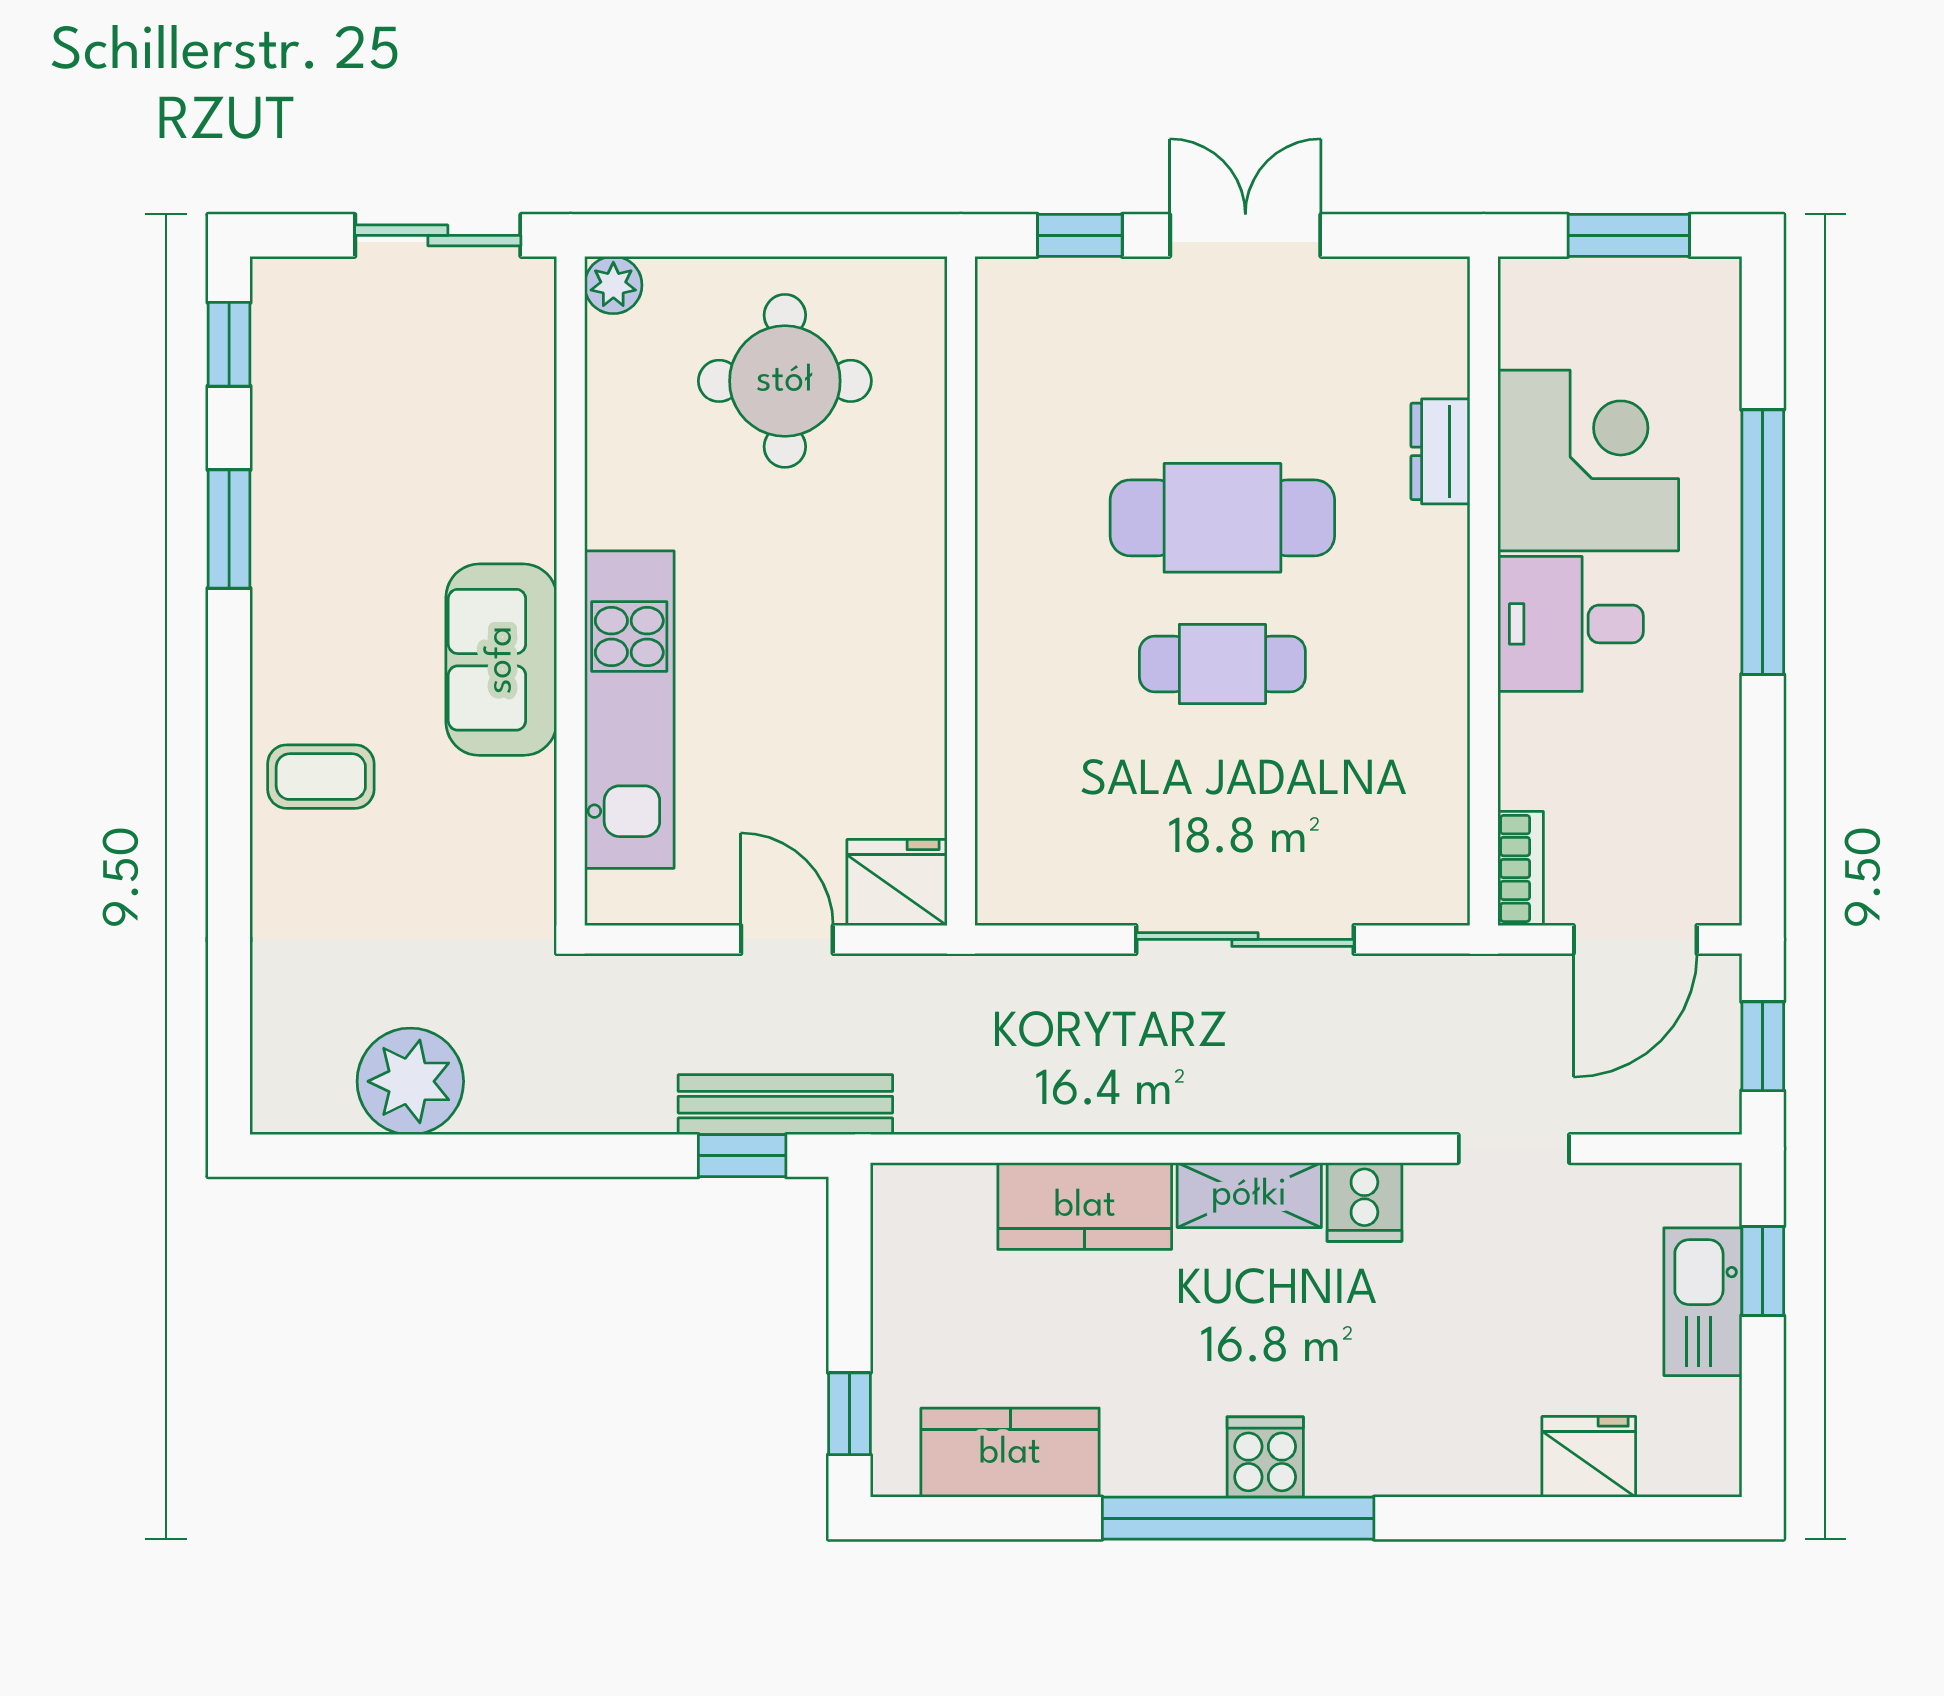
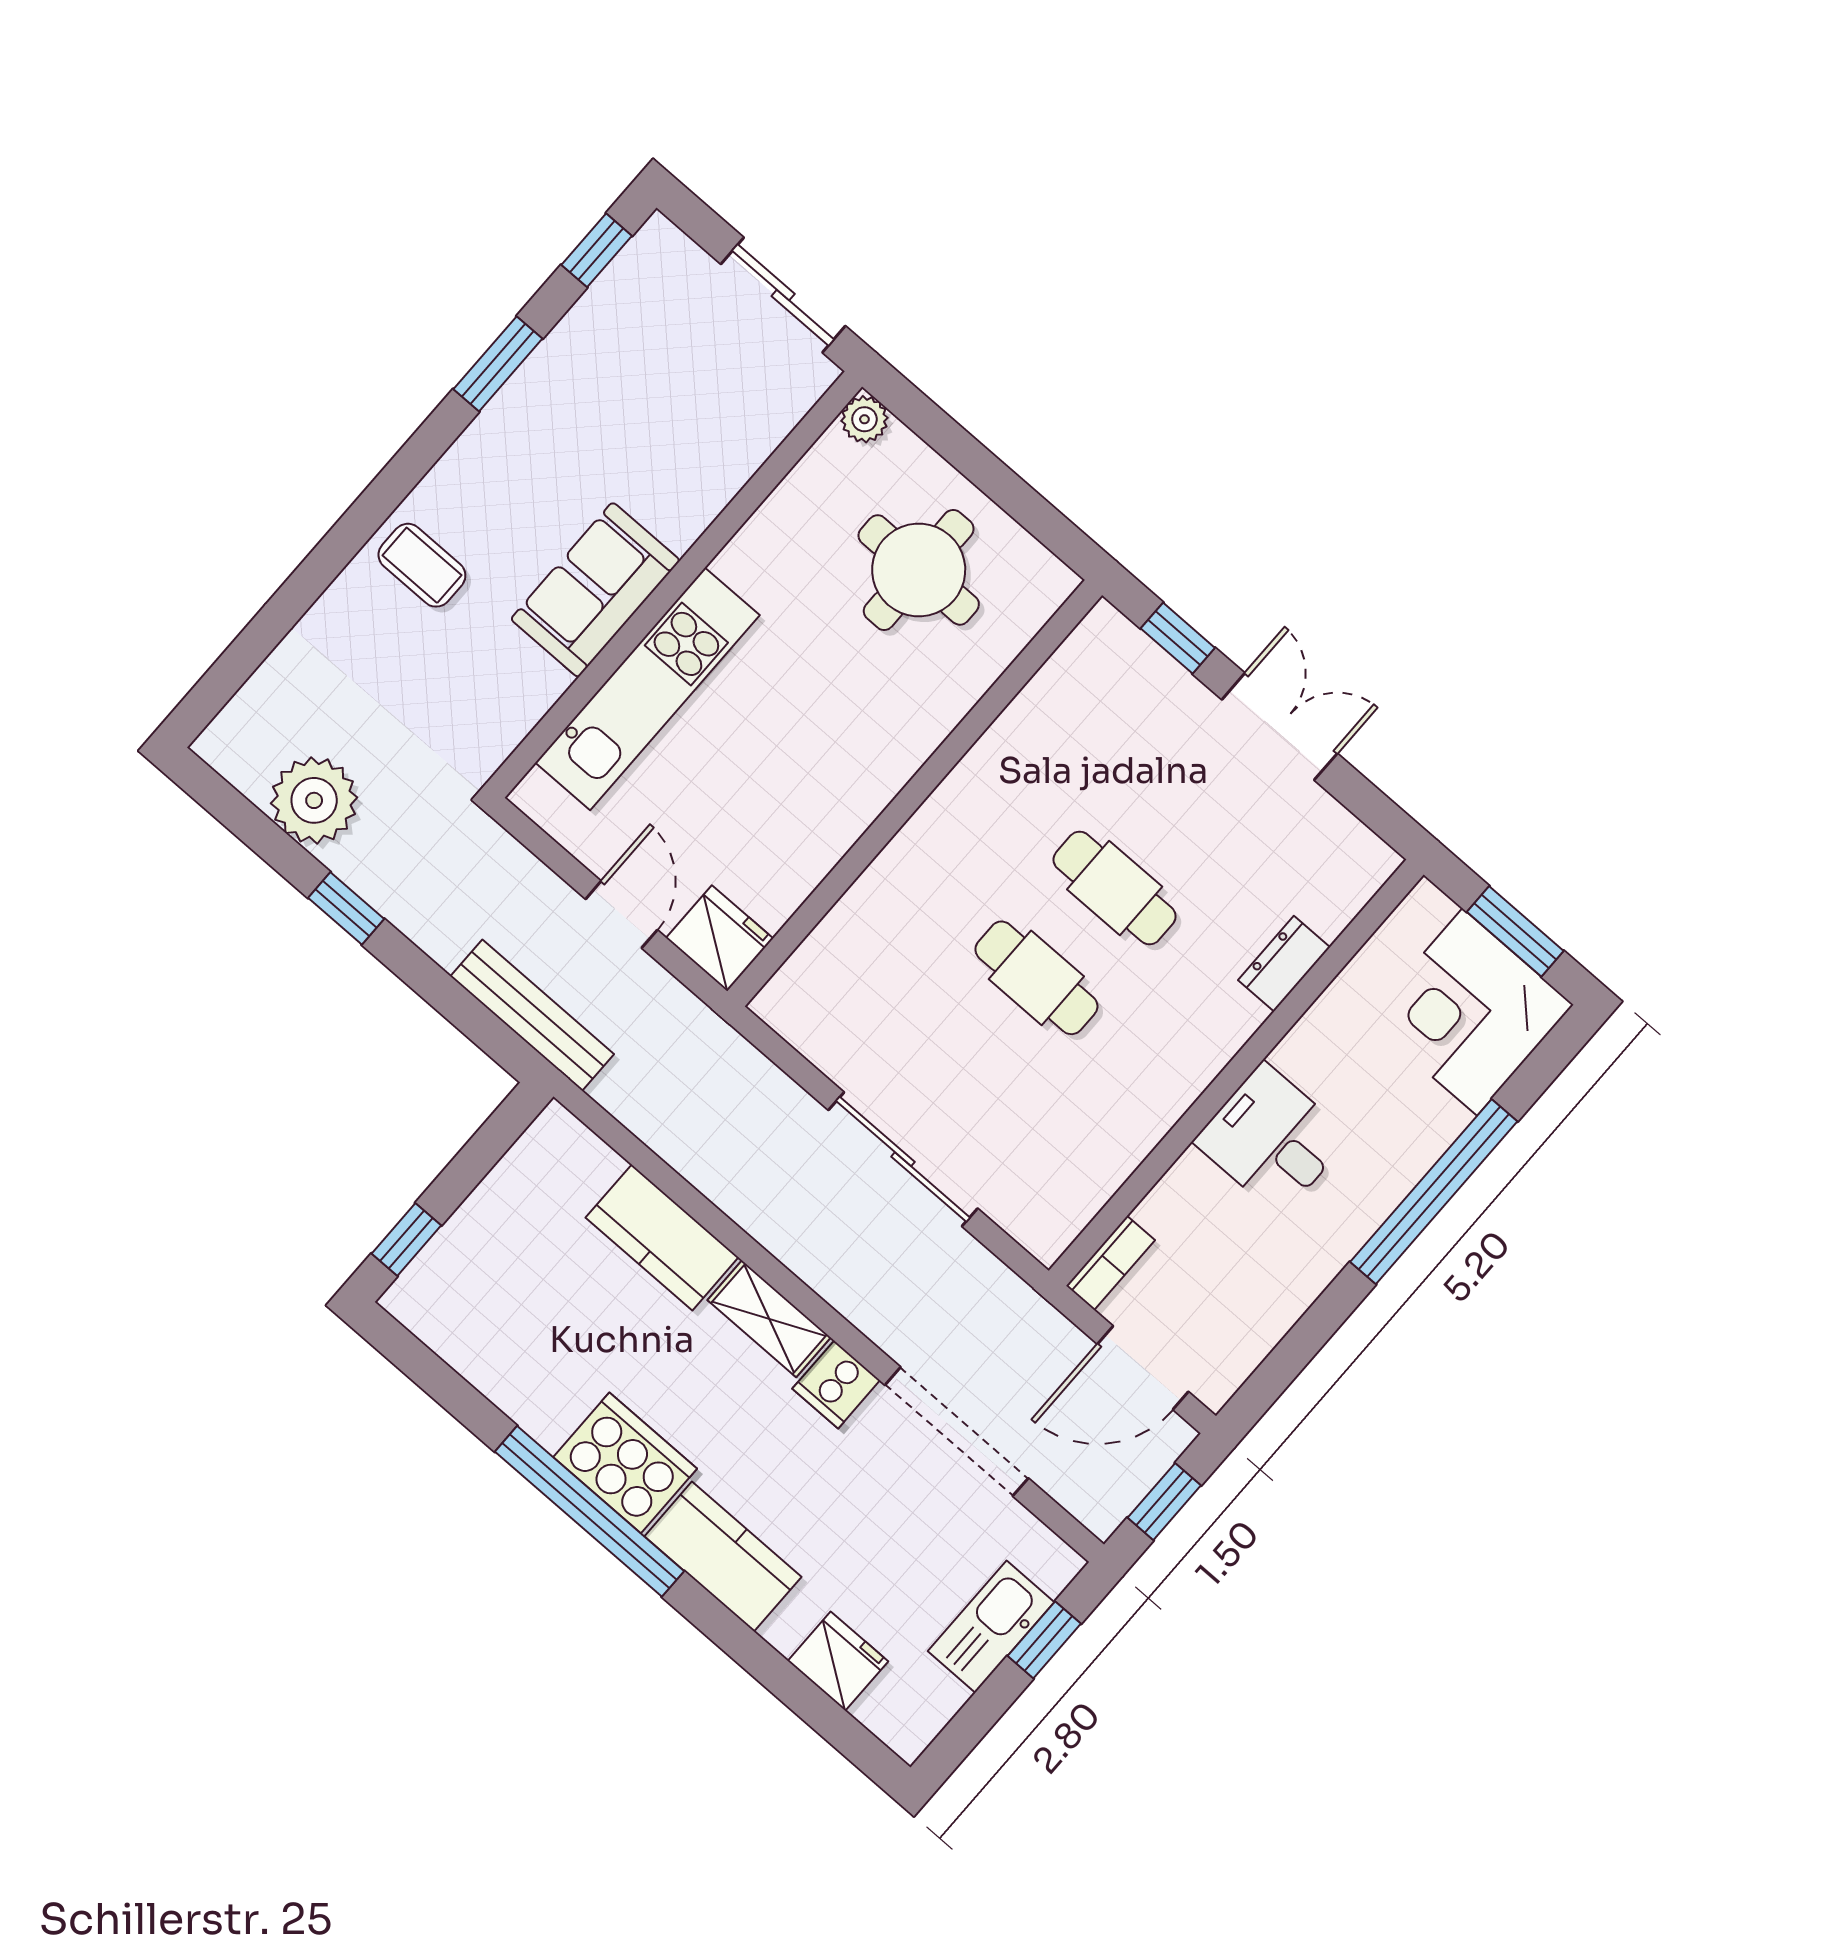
corner desk: (1588, 460) -> (1470, 1012), moved, turned 180
cafe table: (1222, 518) -> (1115, 888), width x0.73, depth x0.74
doorway: (1514, 1149) -> (957, 1432), width x1.88
window: (742, 1156) -> (346, 908), moved
kitchen counter: (1010, 1453) -> (723, 1557), moved
cooker: (1265, 1457) -> (625, 1463), width x1.87, depth x1.31

